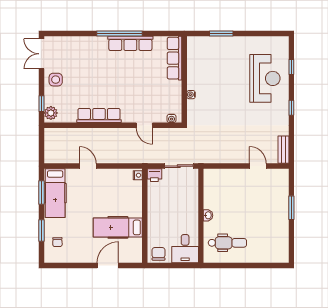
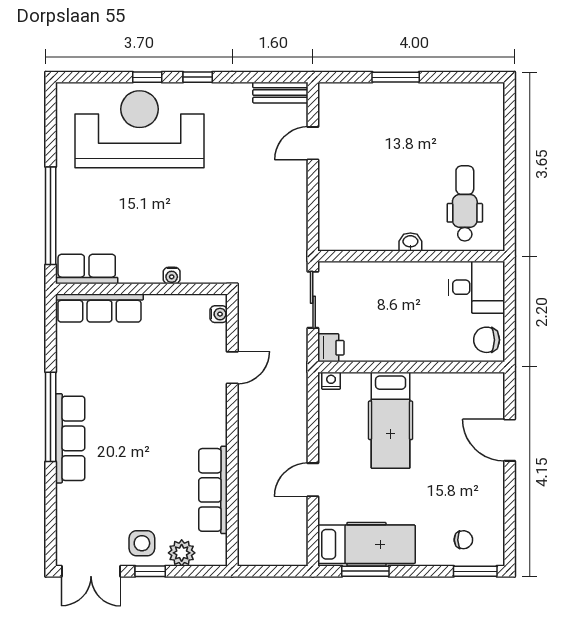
window: (221, 33) -> (51, 216), width x2.11
row of seats: (130, 43) -> (70, 438), moved
row of seats: (194, 52) -> (87, 269), added
window: (291, 67) -> (147, 77), moved
reception desk: (265, 78) -> (140, 129), width x1.36, depth x1.30
window: (41, 104) -> (150, 571), moved
plant: (51, 113) -> (182, 553), moved
row of seats: (99, 116) -> (213, 490), moved
hospital bed: (118, 227) -> (391, 420), moved
window: (41, 230) -> (475, 571), moved

